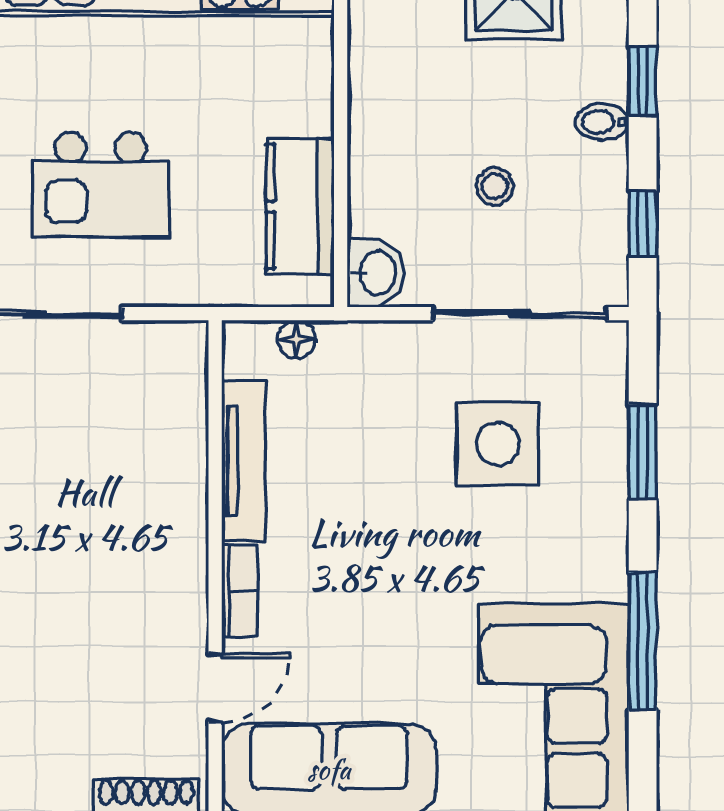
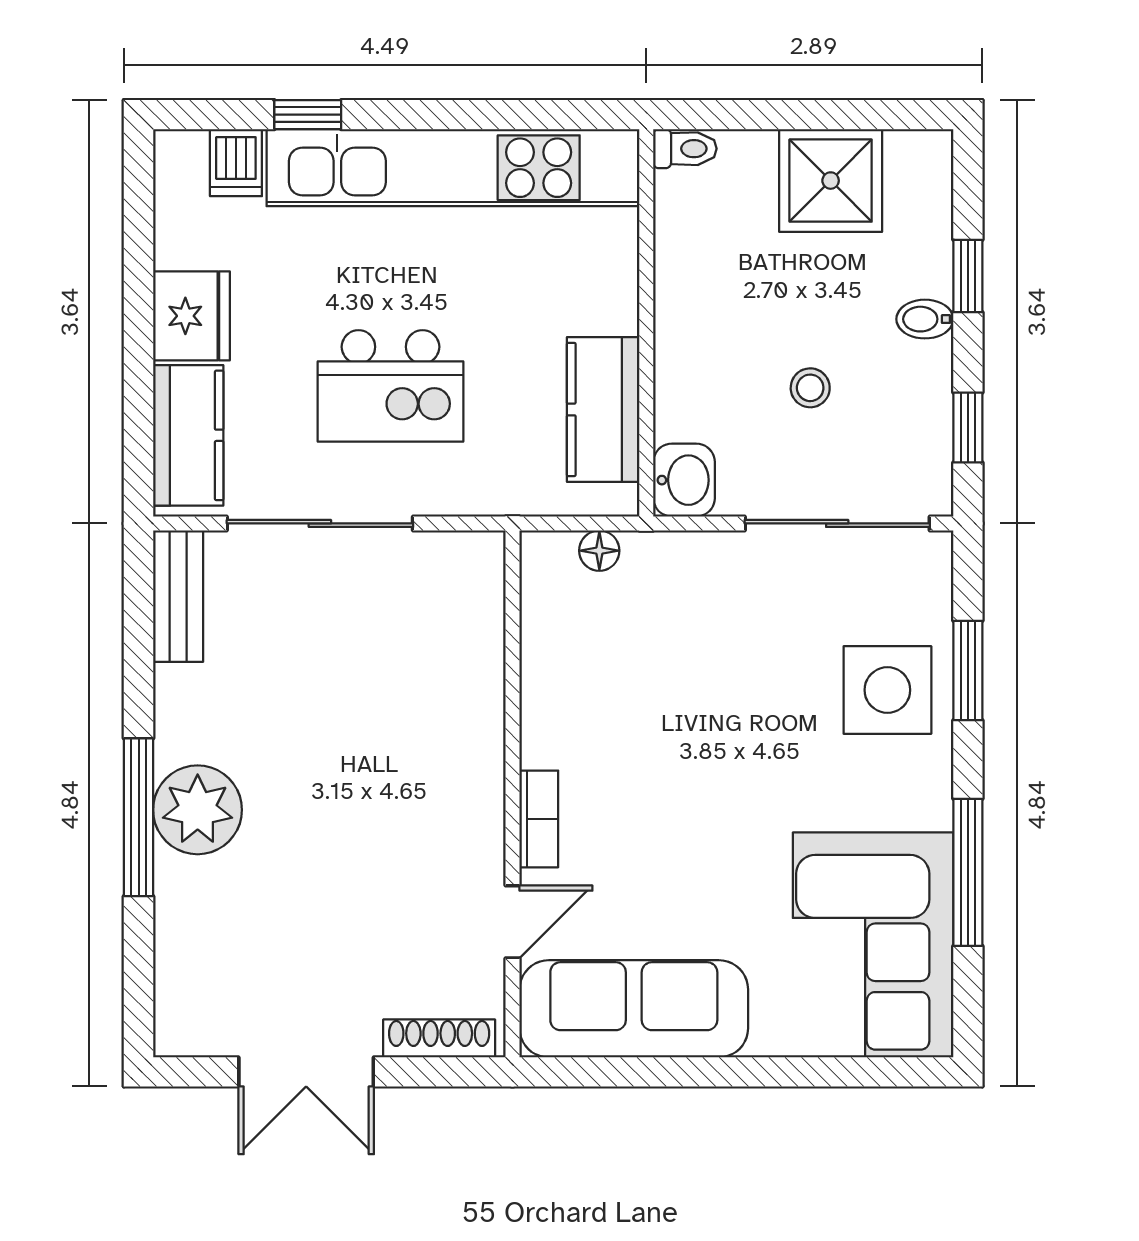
side table: (498, 444) -> (887, 690), moved
tv unit: (243, 461) -> (543, 680), removed

